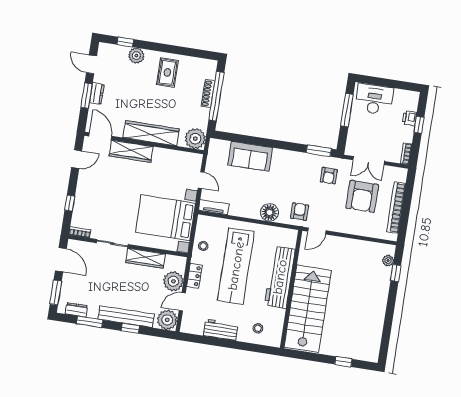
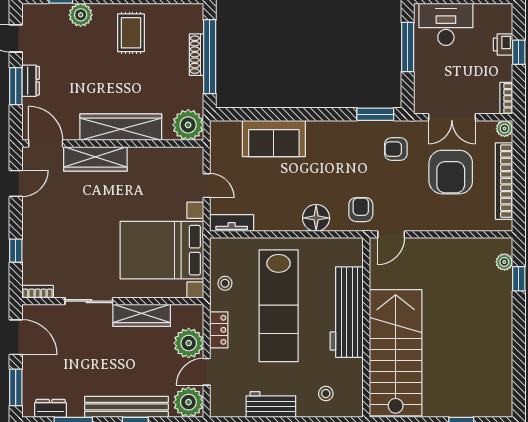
plant: (402, 173) -> (504, 128), added
armchair: (329, 176) -> (396, 149), turned 90

